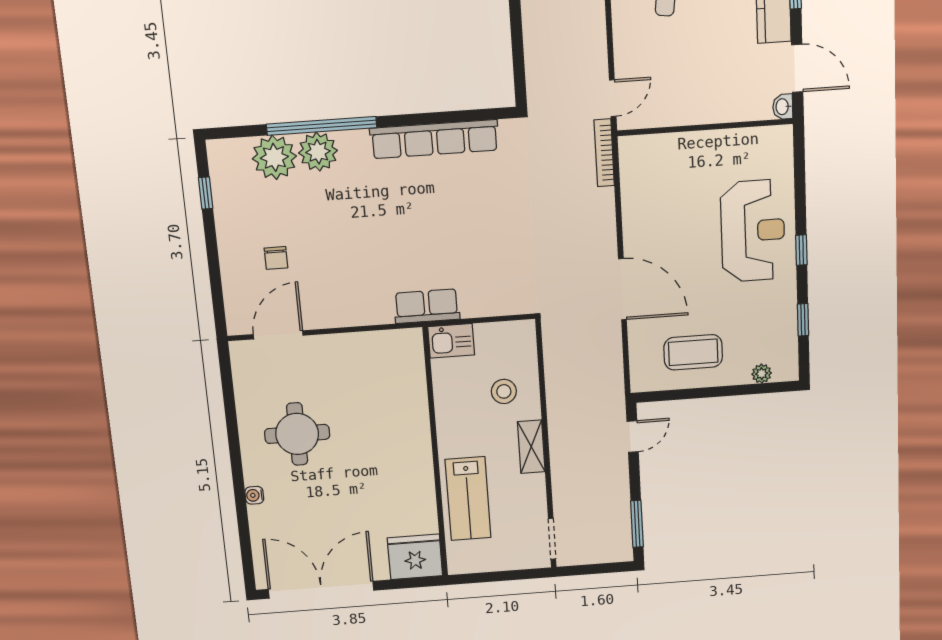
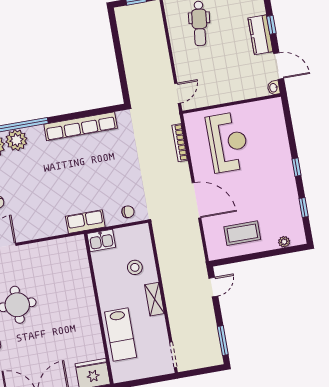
bookcase: (604, 153) -> (180, 143), moved
reception desk: (753, 231) -> (228, 142), moved
chair: (502, 297) -> (128, 212), added

